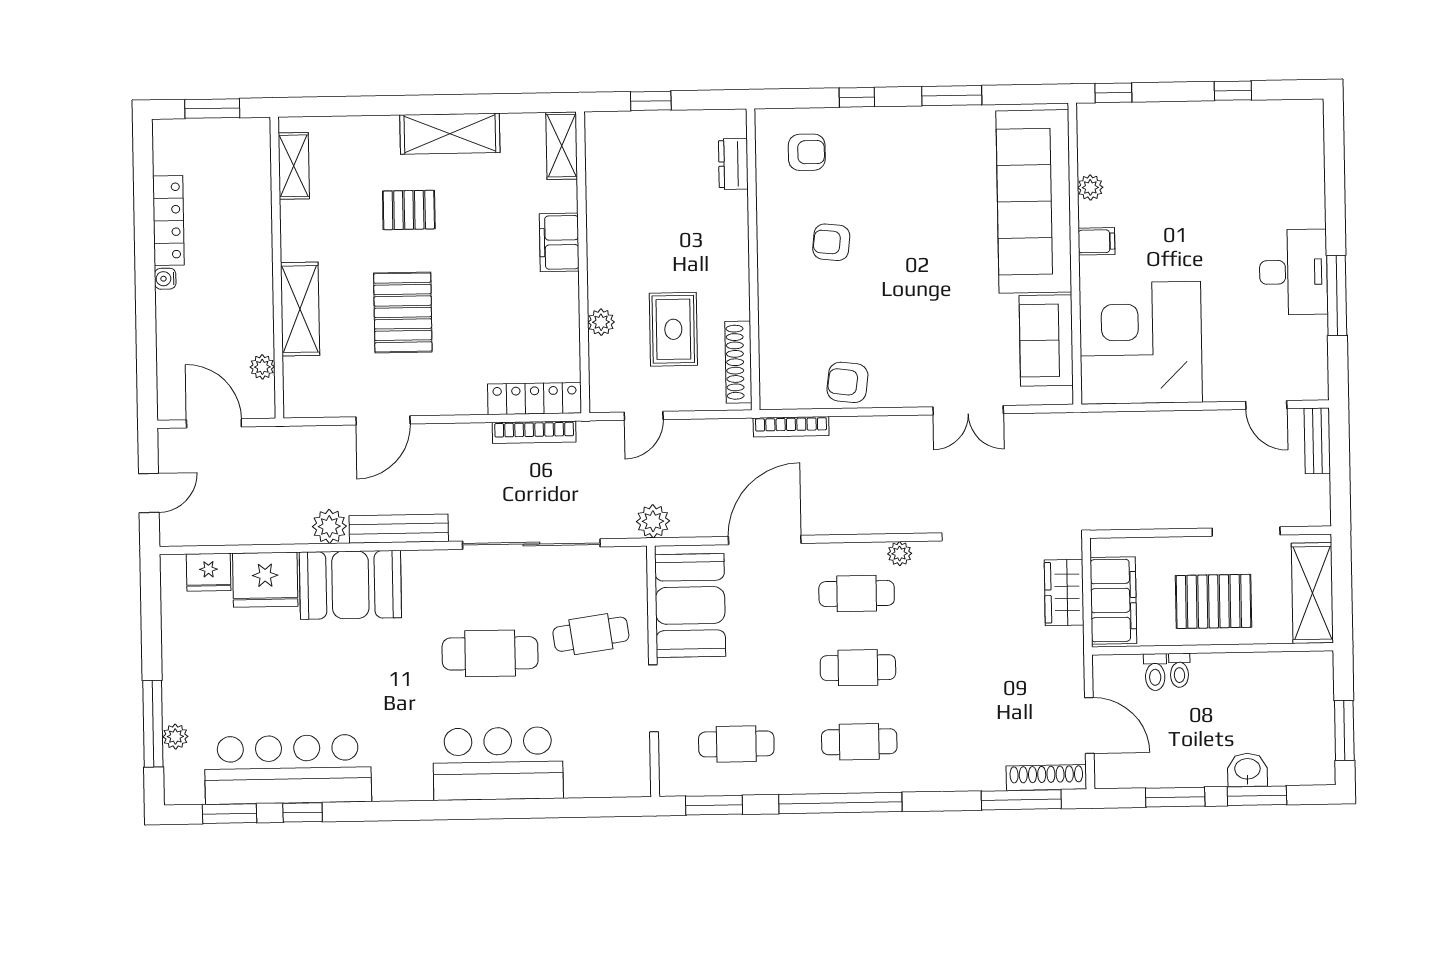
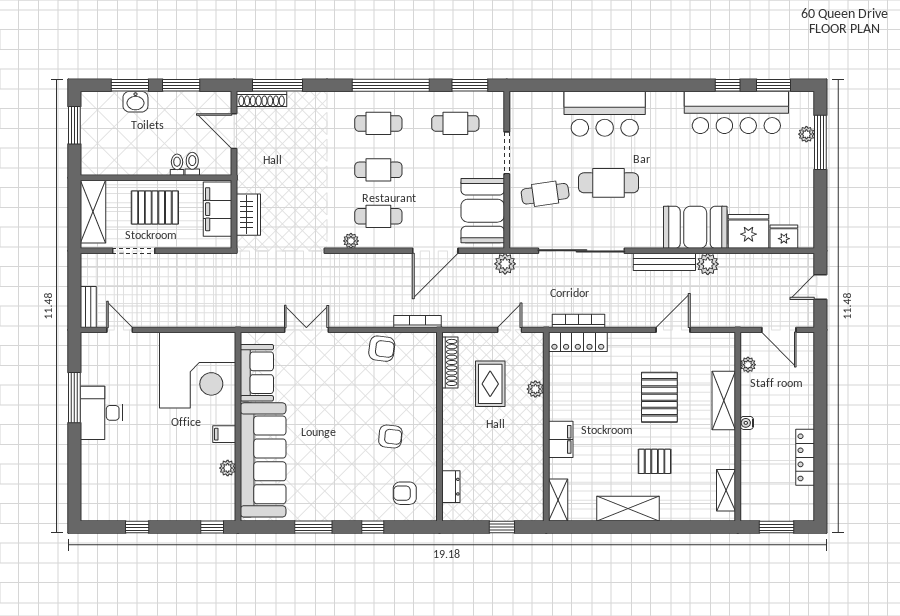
water cooler: (165, 279) -> (747, 423), moved, turned 180

